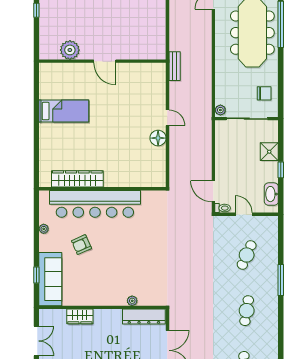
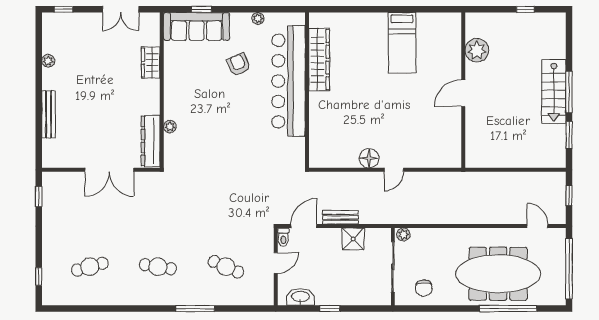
bench: (175, 66) -> (341, 217), moved
shower: (269, 152) -> (353, 239), moved

